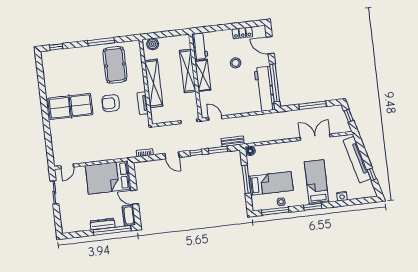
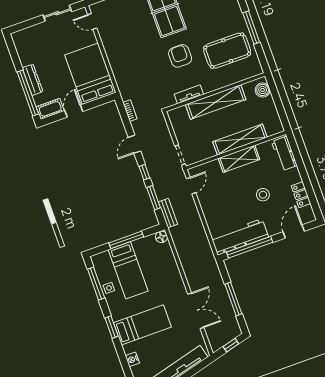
workbench: (200, 46) -> (284, 154), moved, turned 90

